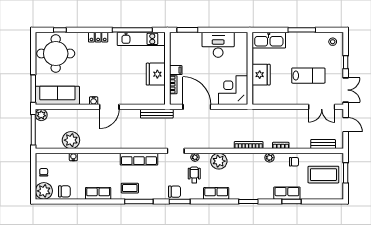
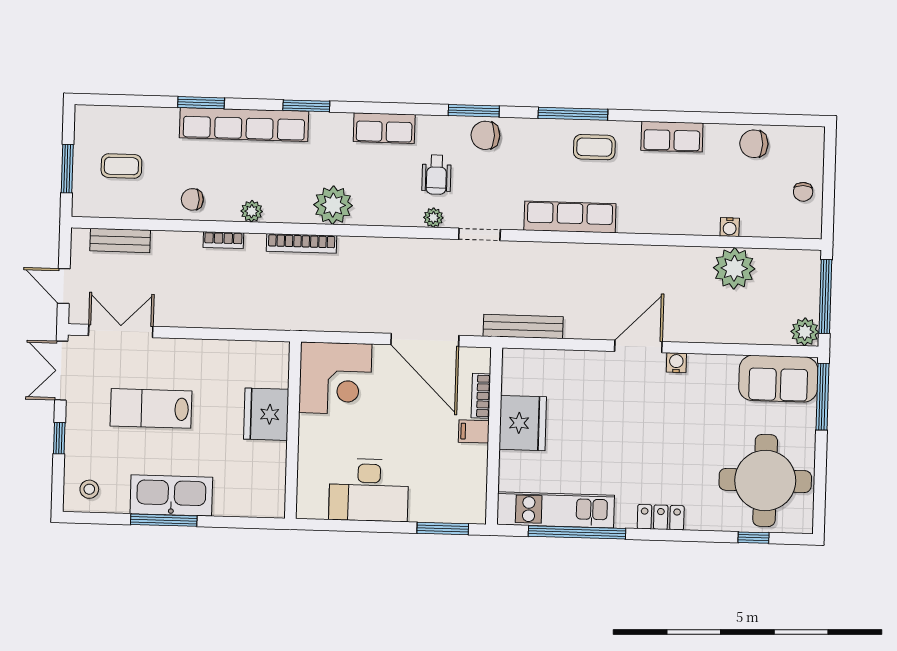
kitchen sink: (269, 40) -> (171, 495), moved
sofa: (57, 95) -> (778, 379), width x0.73
plant: (219, 161) -> (333, 205), moved
coffee table: (323, 175) -> (121, 166), width x0.54, depth x0.58
plant: (44, 191) -> (804, 146), removed
row of seats: (287, 193) -> (244, 125), width x2.02

